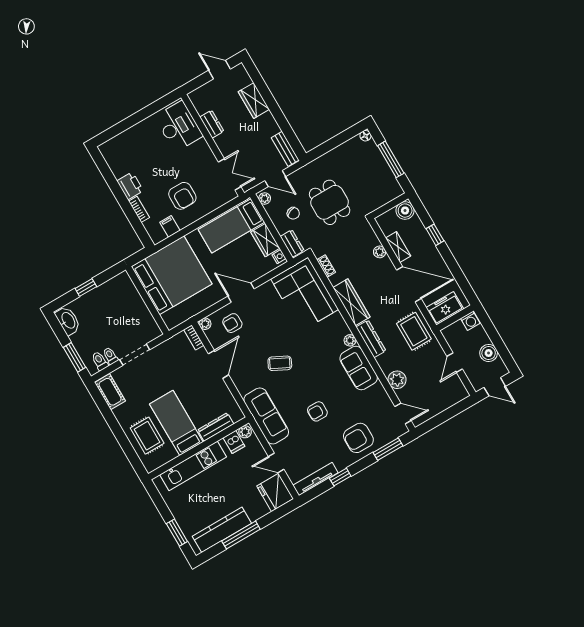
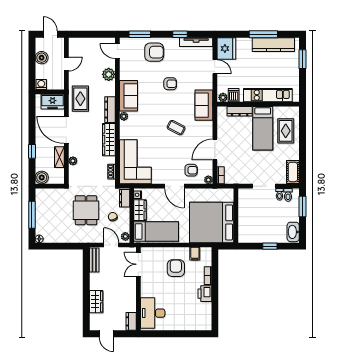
dresser: (212, 124) -> (131, 321), moved
sofa: (266, 416) -> (204, 105), width x0.73

